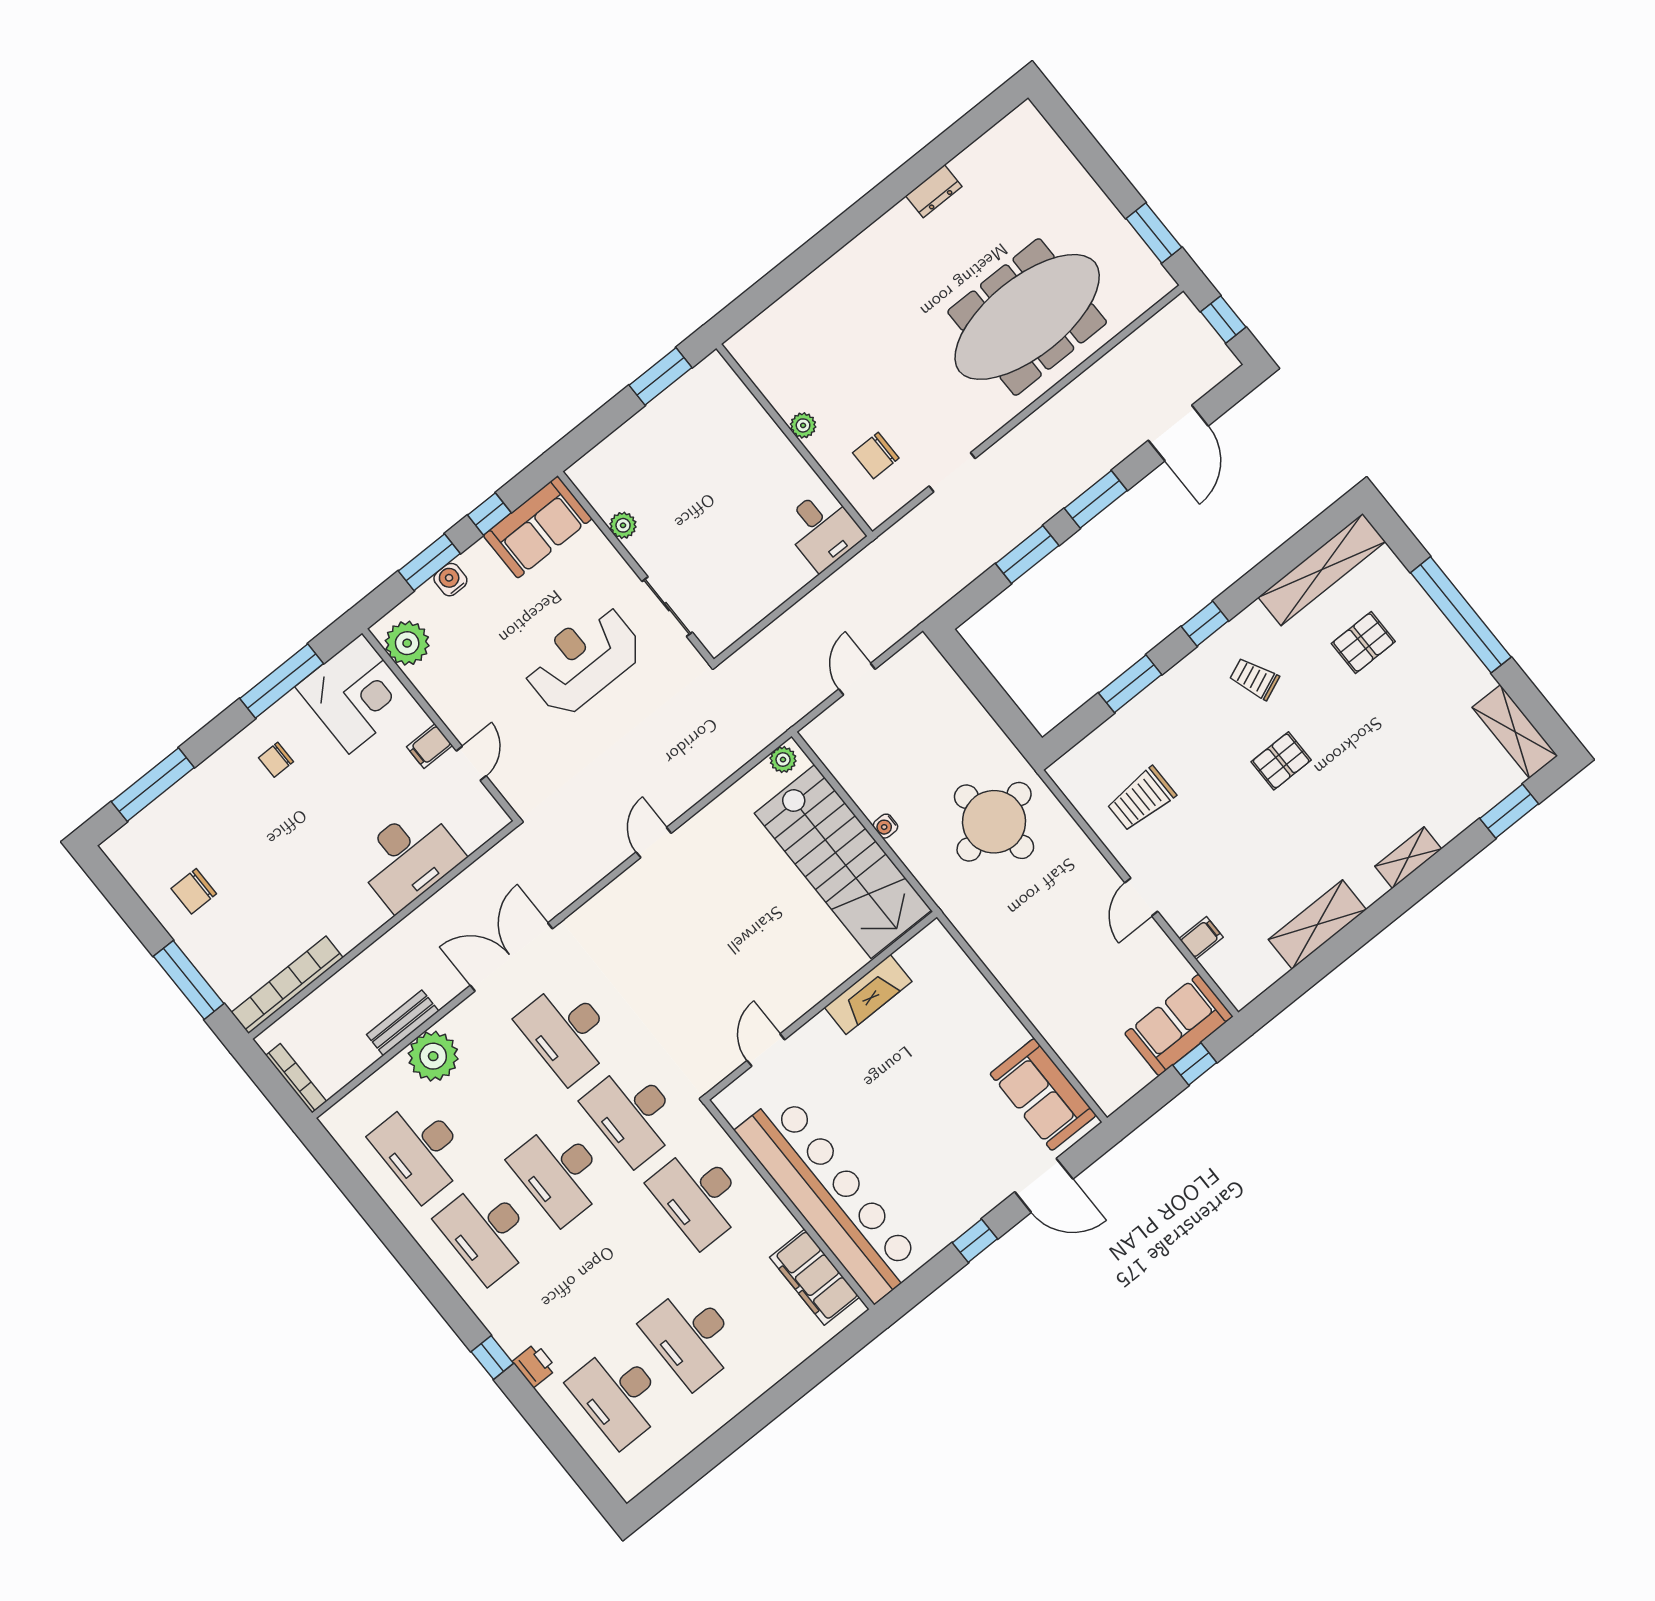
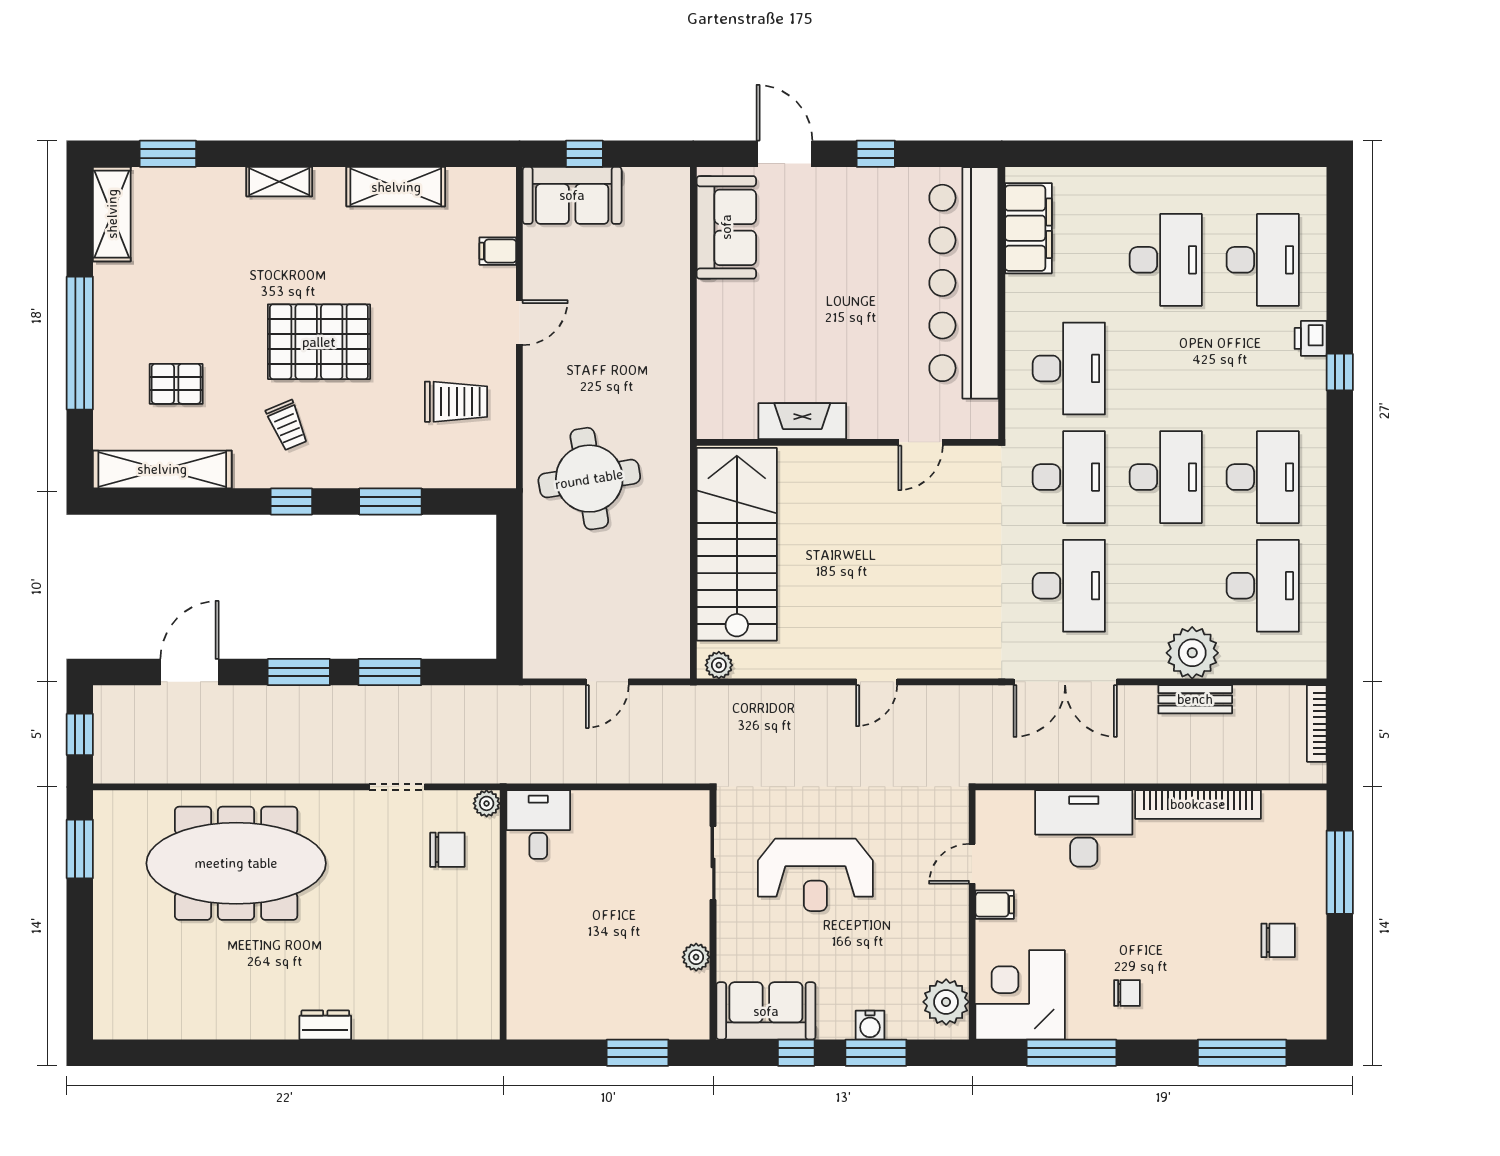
dresser: (934, 191) -> (325, 1025), moved
window: (660, 376) -> (638, 1053), moved
plant: (803, 425) -> (487, 803), moved
pallet: (1281, 761) -> (319, 342), width x2.05, depth x2.00
water cooler: (885, 826) -> (679, 545), removed
bookcase: (287, 985) -> (1198, 804), moved

